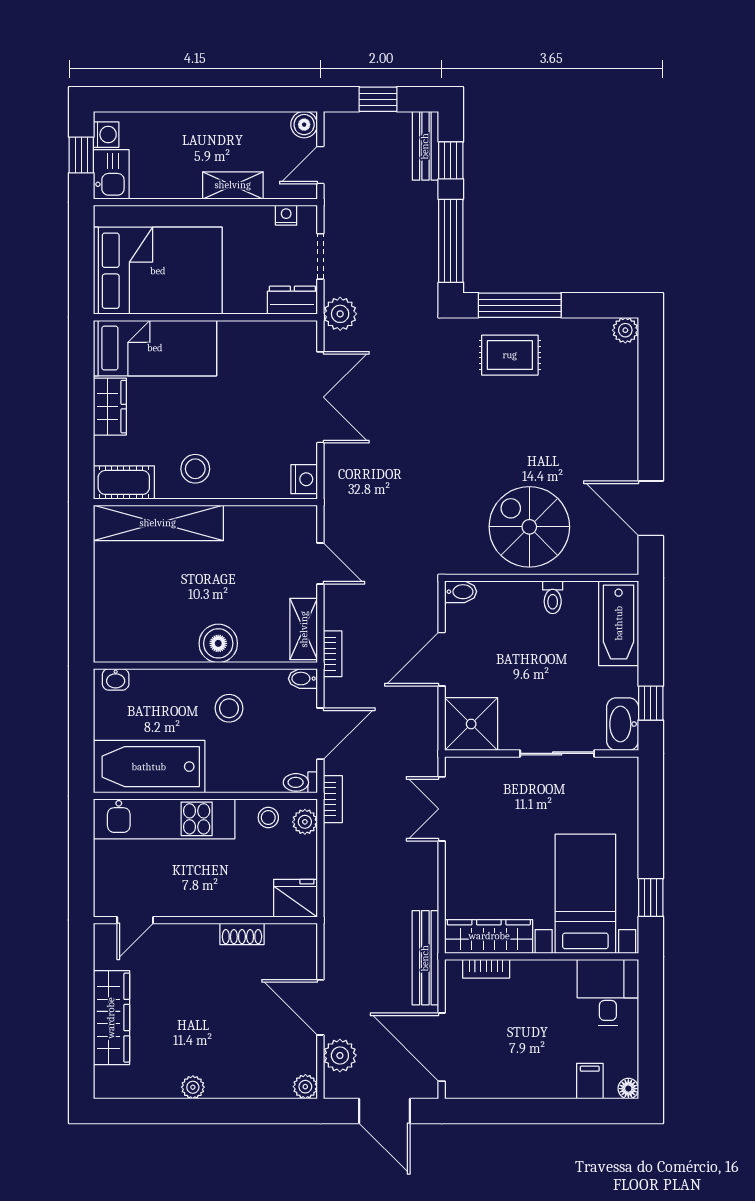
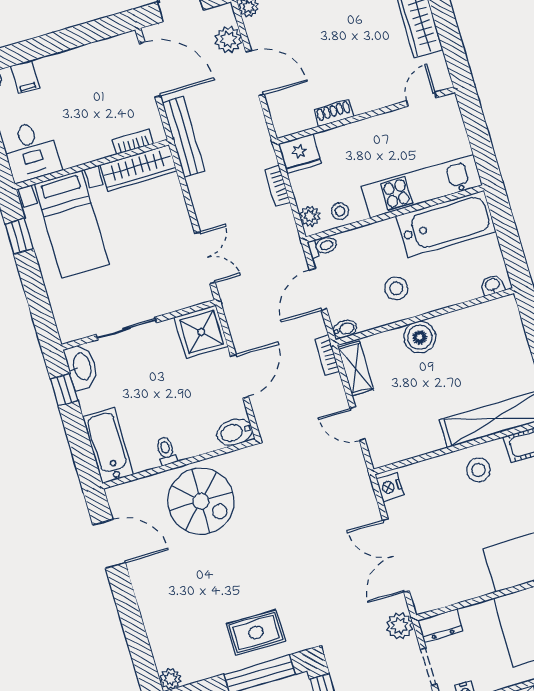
bidet: (461, 592) -> (235, 432), width x1.38, depth x1.36
bookcase: (333, 799) -> (277, 186), moved

